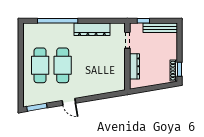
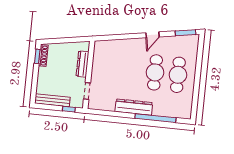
dresser: (92, 29) -> (134, 107), moved
door: (69, 102) -> (153, 35), swing flipped

